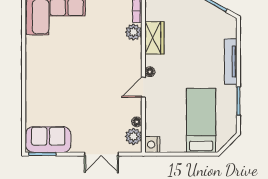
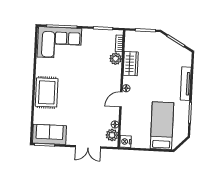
rug: (42, 83) -> (47, 92), added

